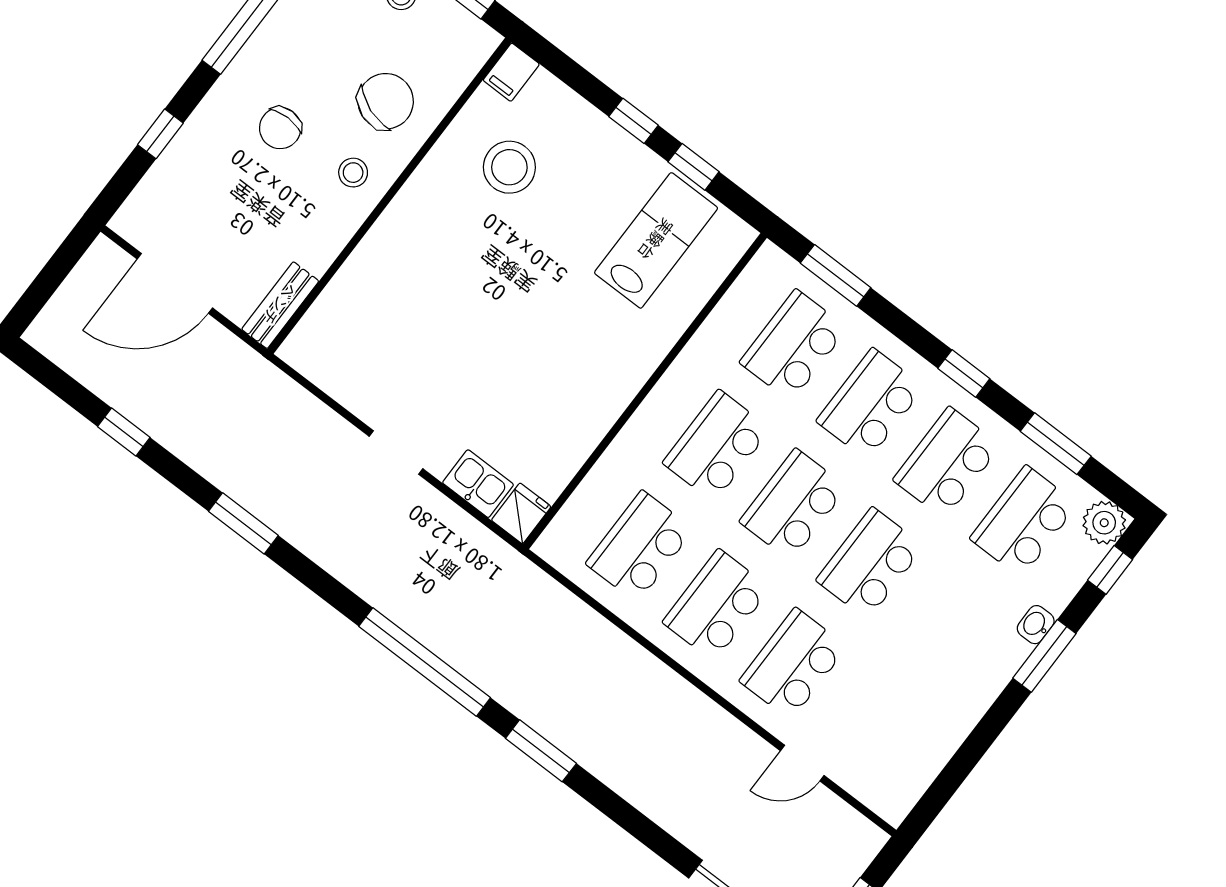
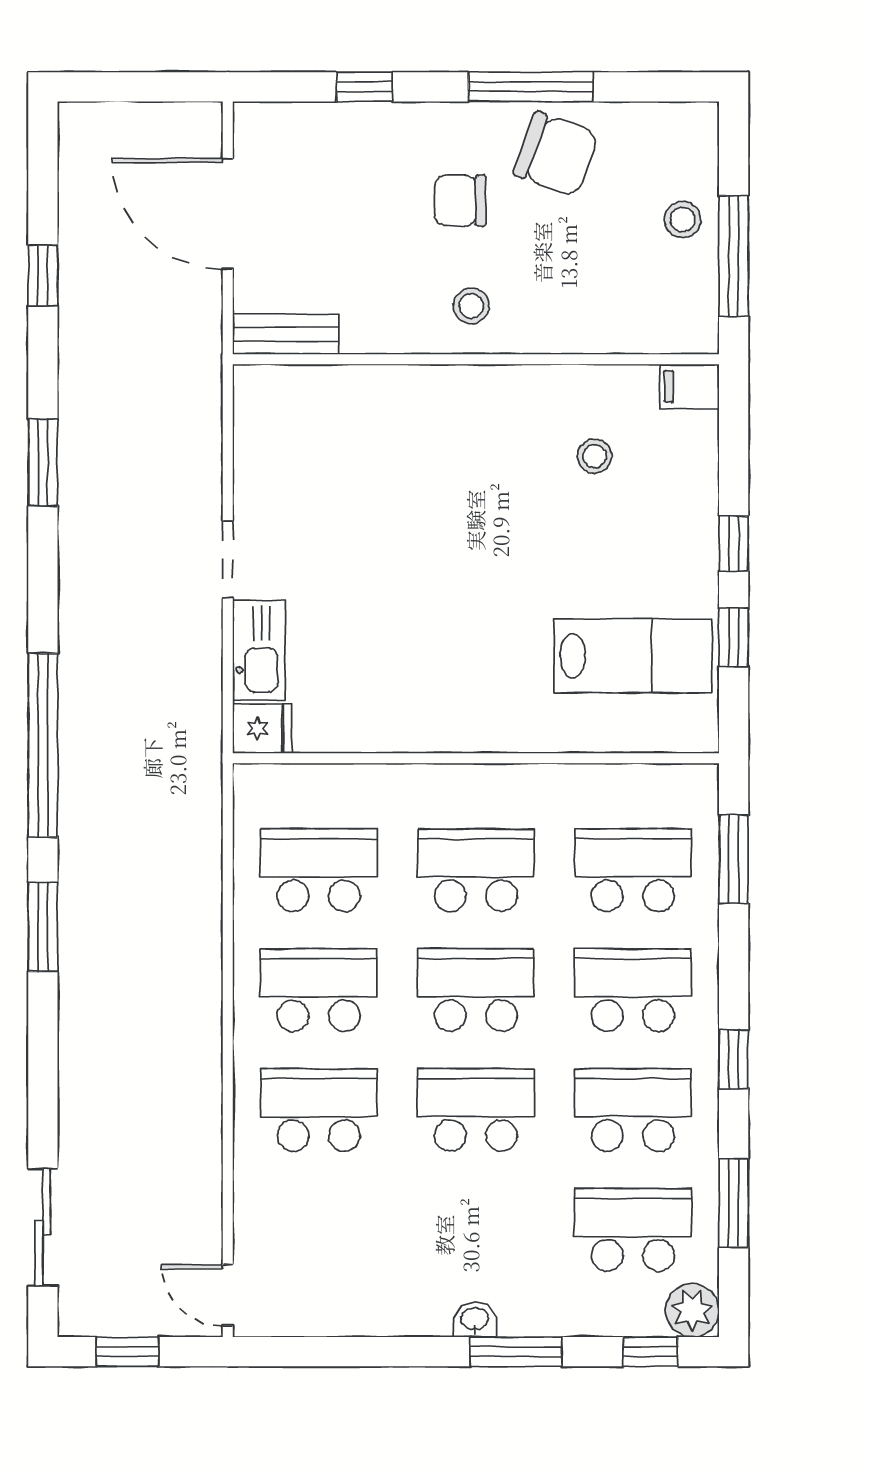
chair: (386, 101) -> (556, 154), moved
stool: (509, 167) -> (594, 456), width x0.53, depth x0.53
kitchen sink: (478, 484) -> (259, 650), width x1.38
washbasin: (1036, 625) -> (475, 1320), moved
door: (802, 763) -> (228, 1295), moved

